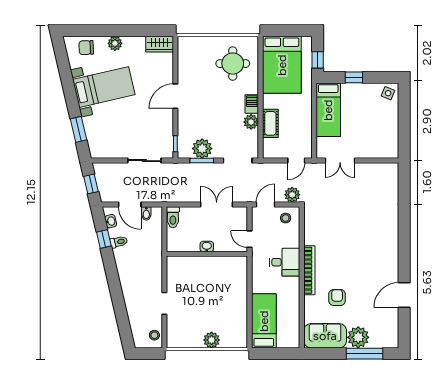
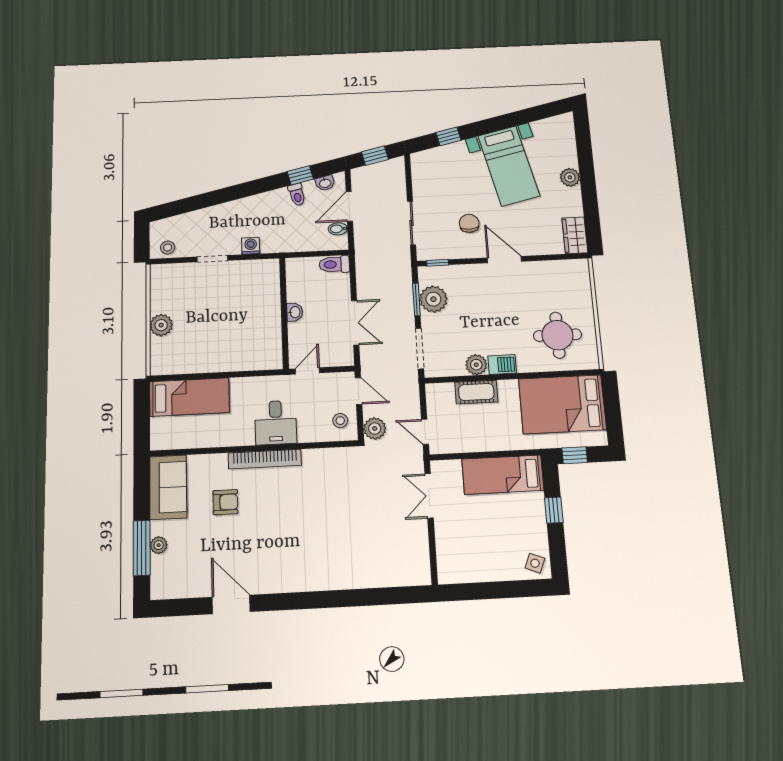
chair: (86, 48) -> (469, 223), moved
window: (78, 129) -> (448, 136), width x0.67
washing machine: (156, 276) -> (251, 246), added
plant: (358, 337) -> (159, 545), width x0.53, depth x0.53

